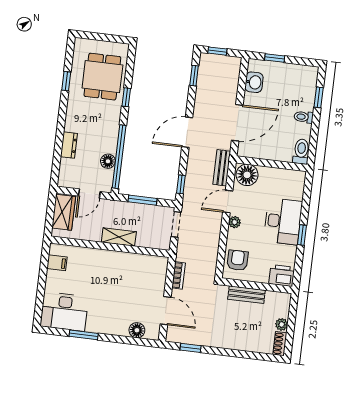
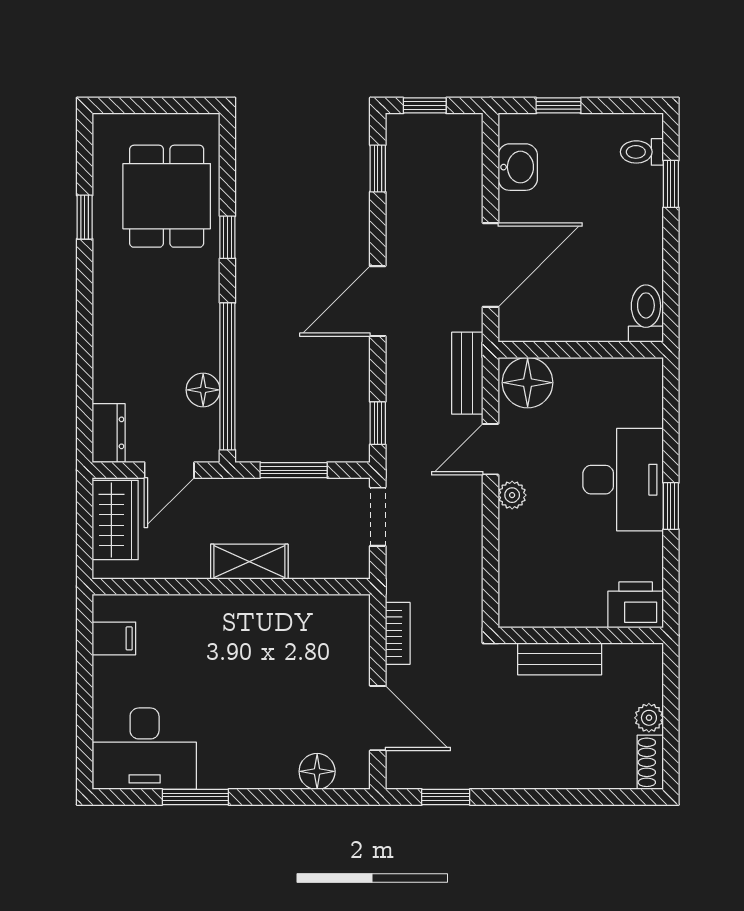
toilet: (304, 117) -> (642, 152), moved
dresser: (69, 145) -> (109, 433), moved
armchair: (238, 260) -> (530, 582), removed

